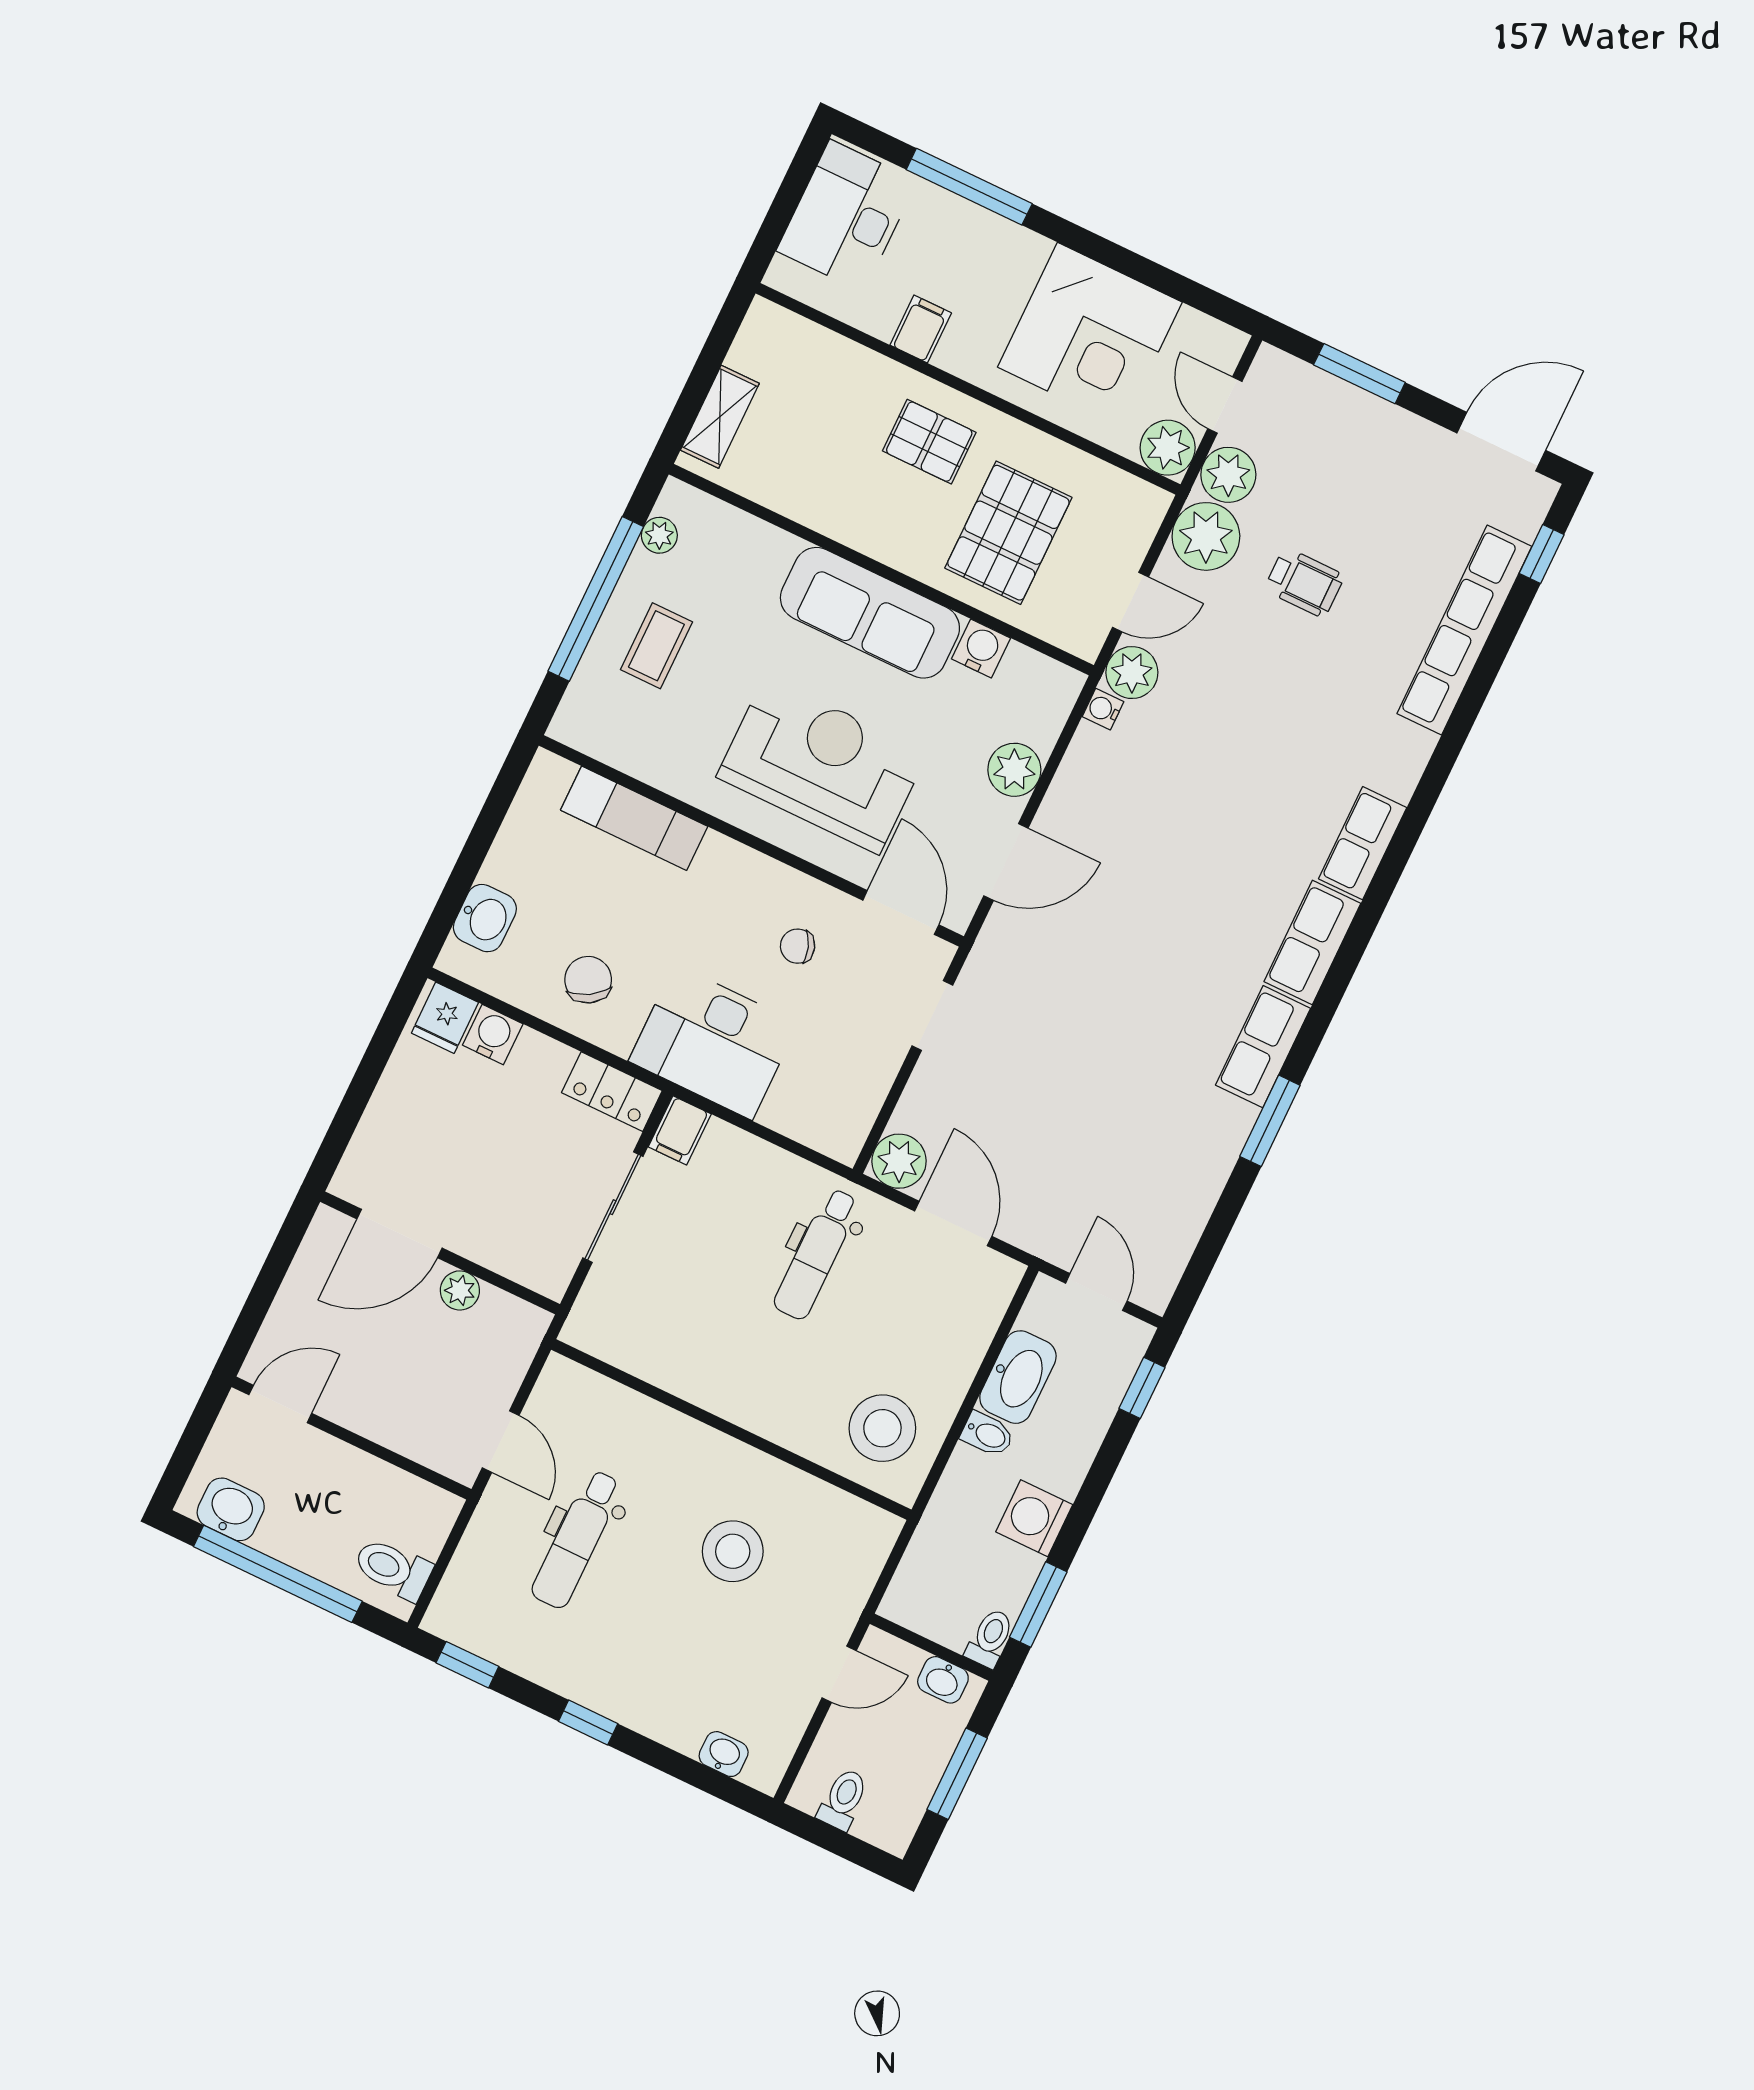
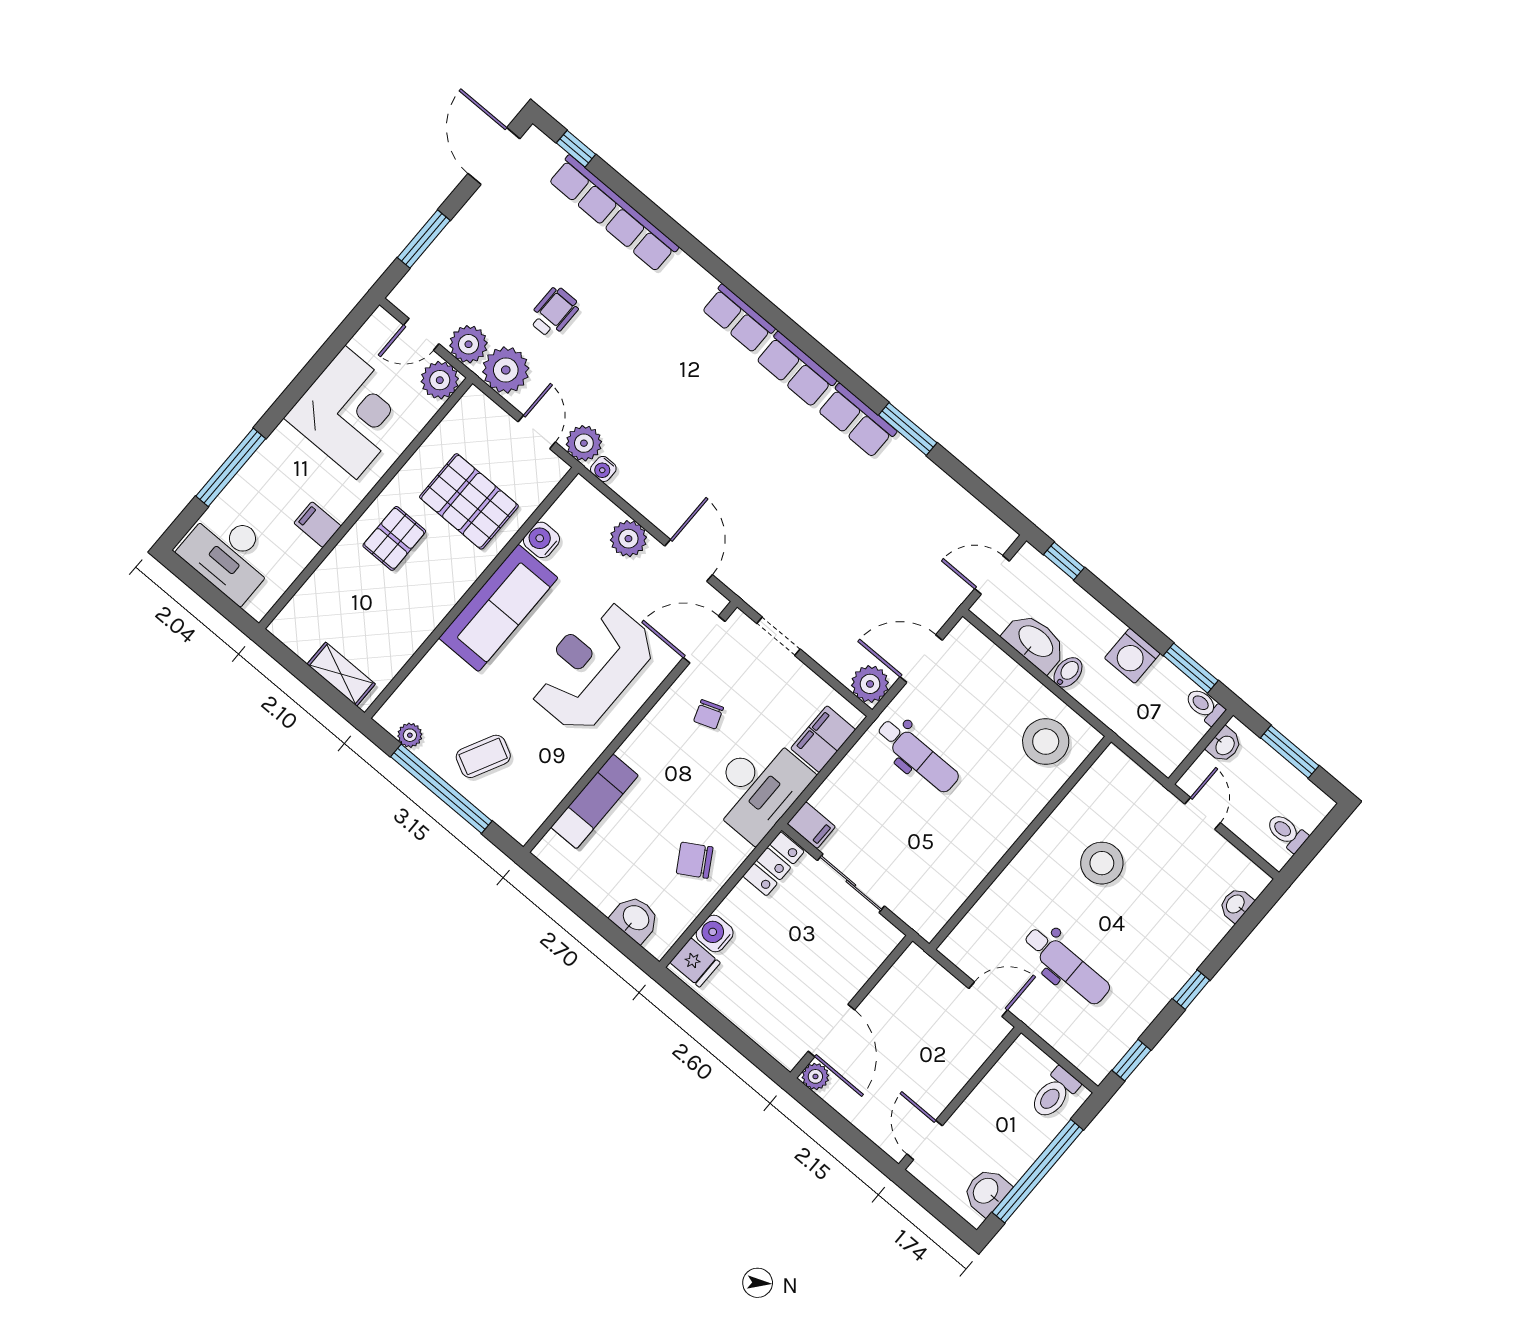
coffee table: (656, 646) -> (483, 756), turned -63
filing cabinet: (805, 1116) -> (823, 739), added
plant: (460, 1290) -> (815, 1076), moved

